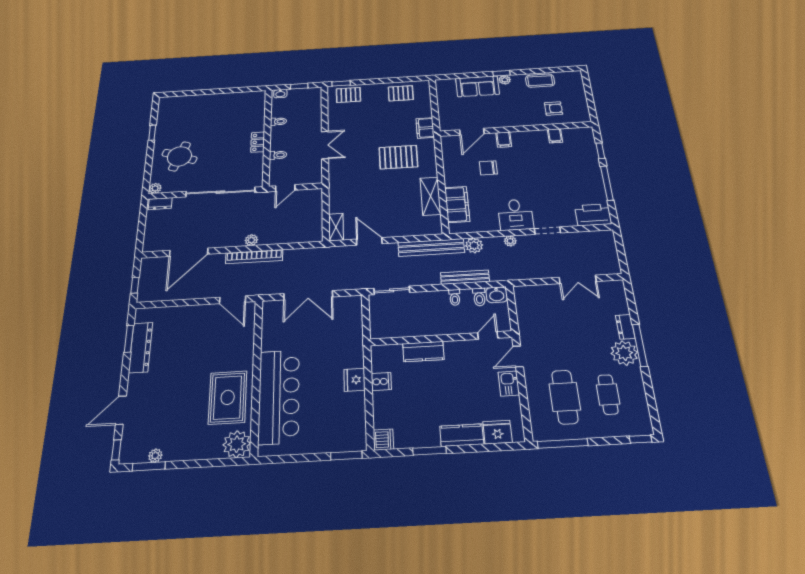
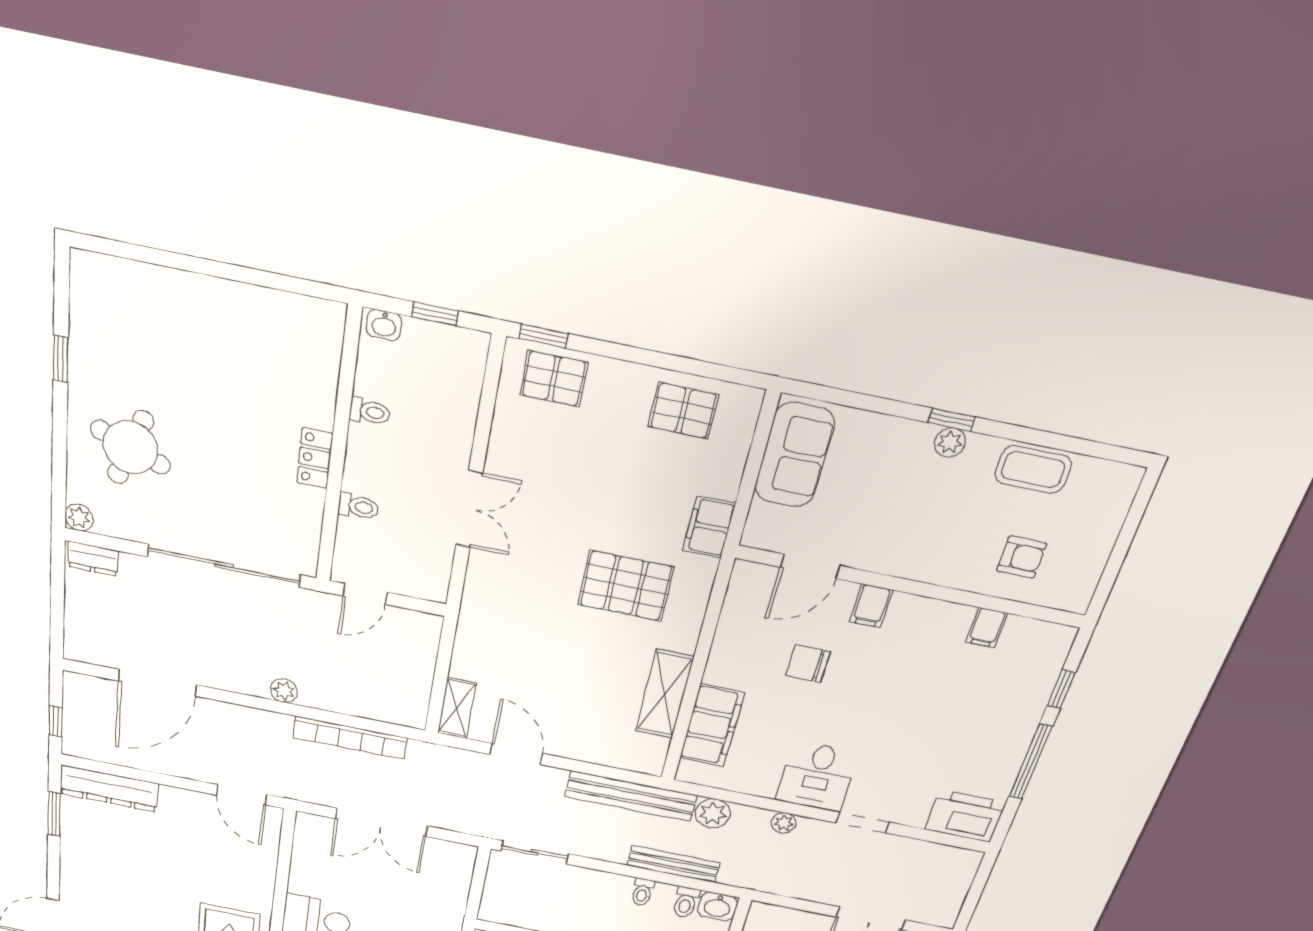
sofa: (477, 86) -> (795, 455), moved, turned -90
bookcase: (254, 257) -> (350, 738), moved
dresser: (141, 347) -> (109, 788), moved, turned 90

